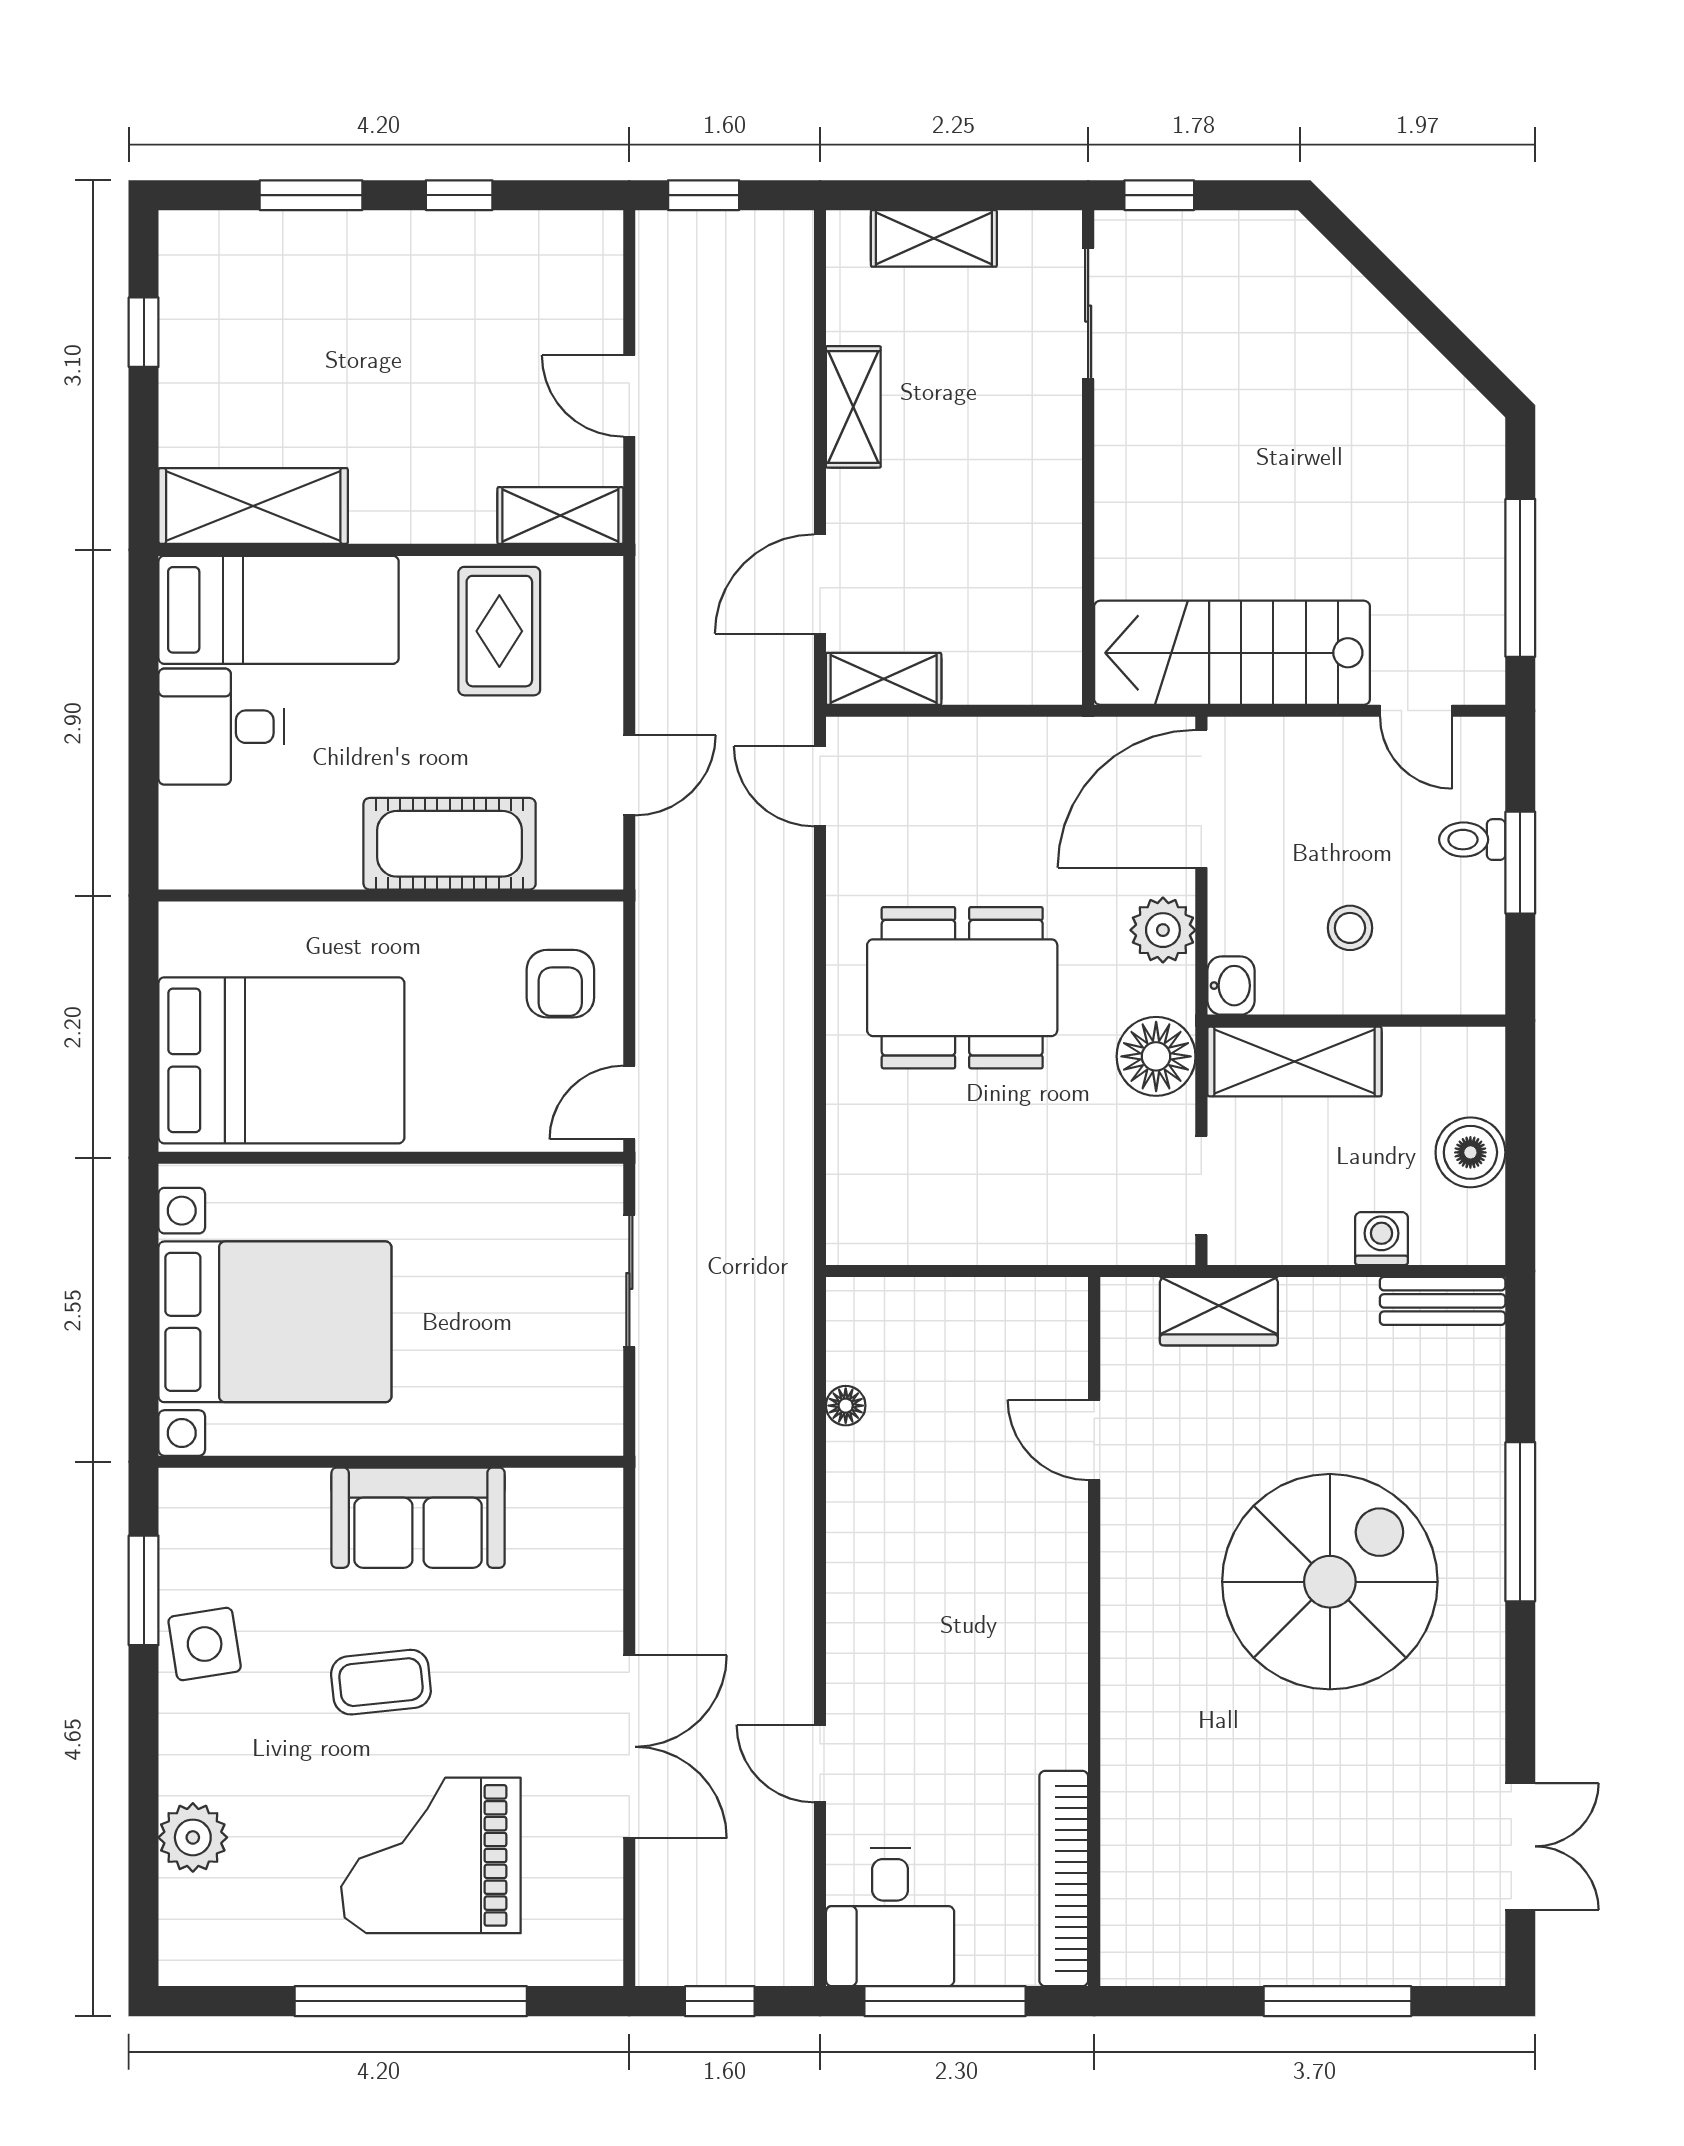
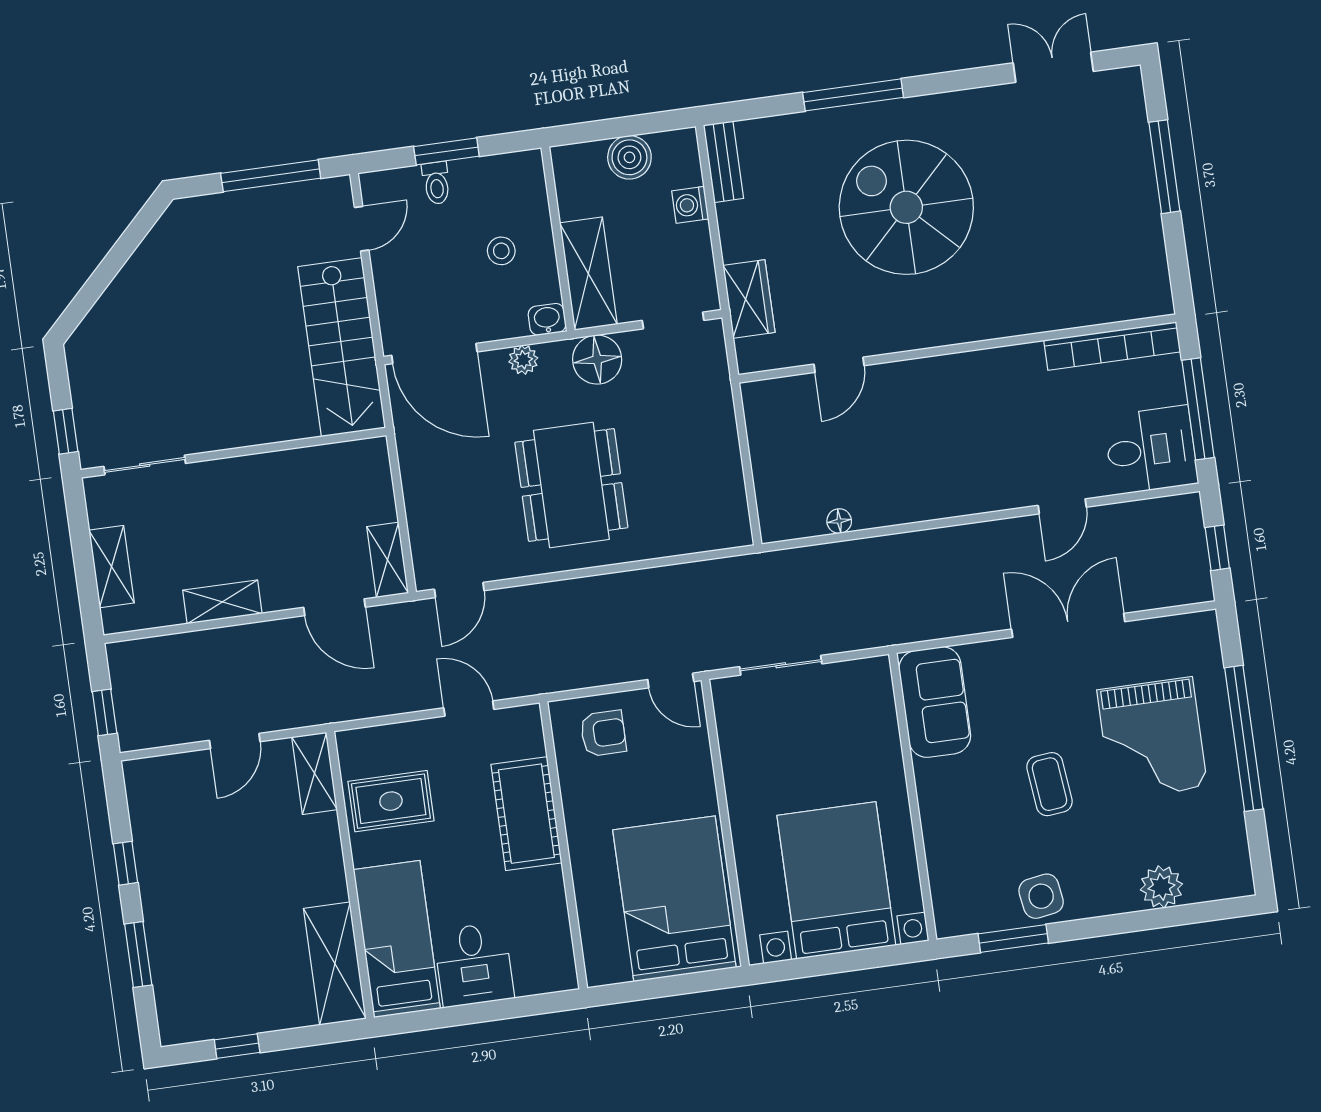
plant: (1163, 930) -> (523, 360), width x0.73, depth x0.73
sofa: (418, 1518) -> (935, 702), moved

